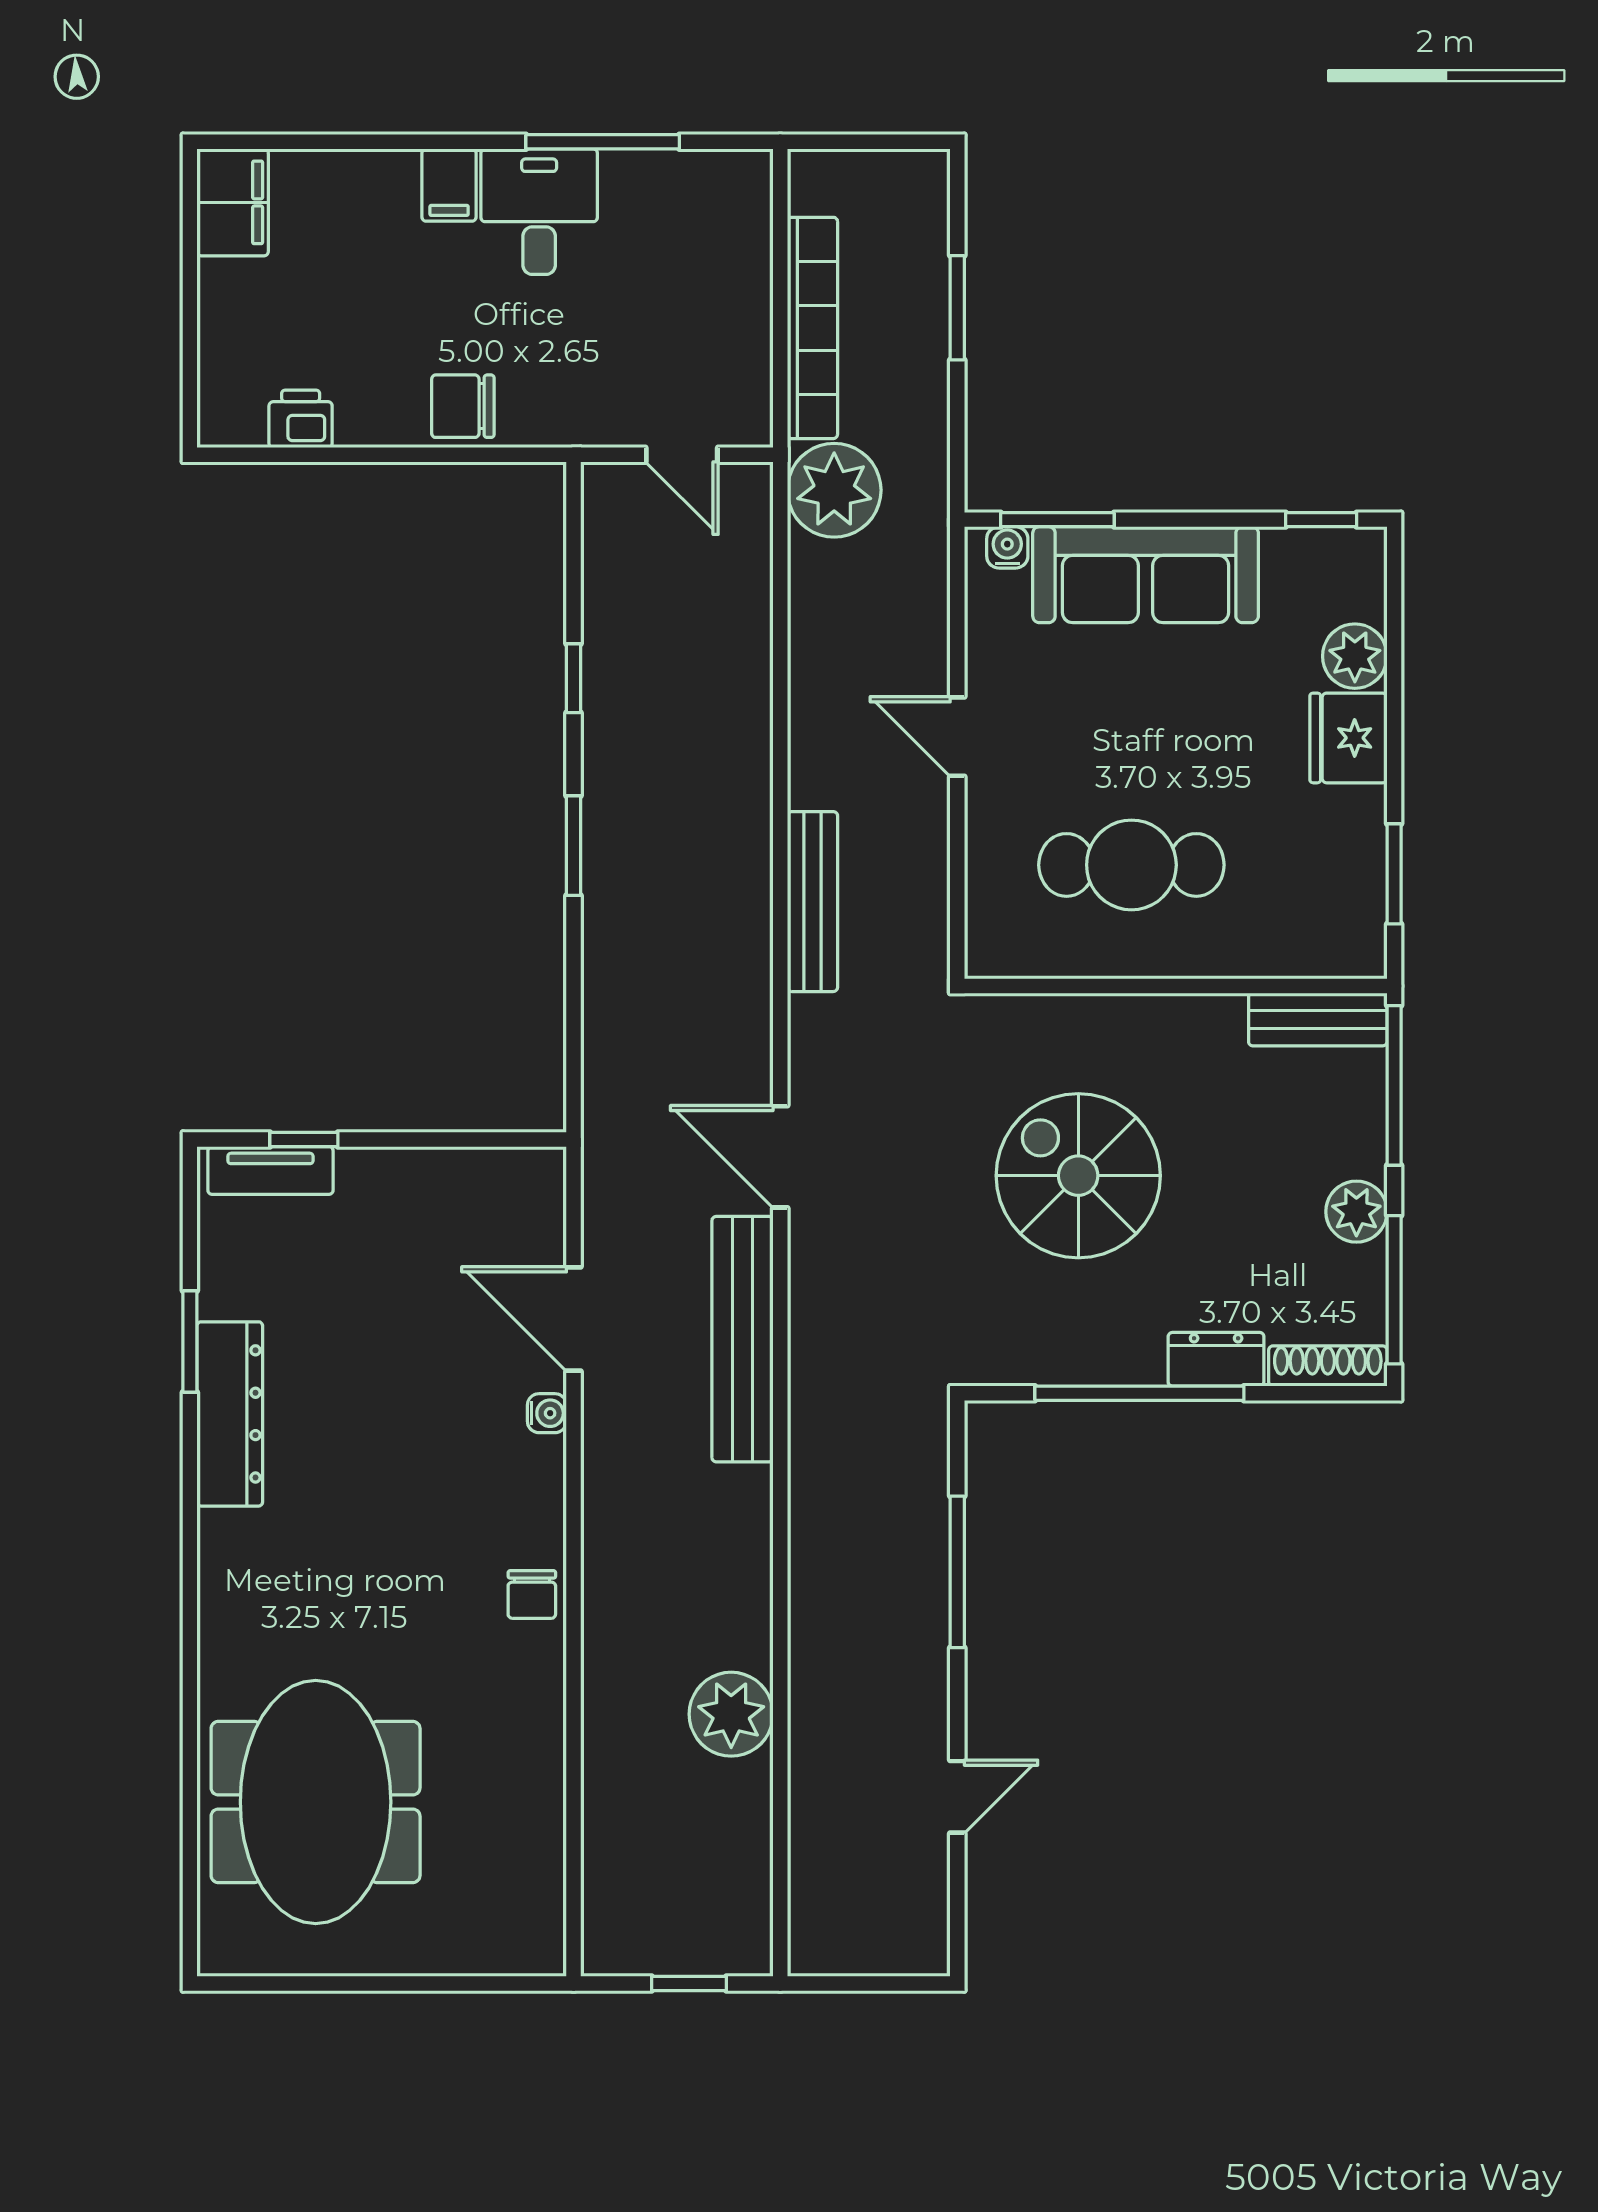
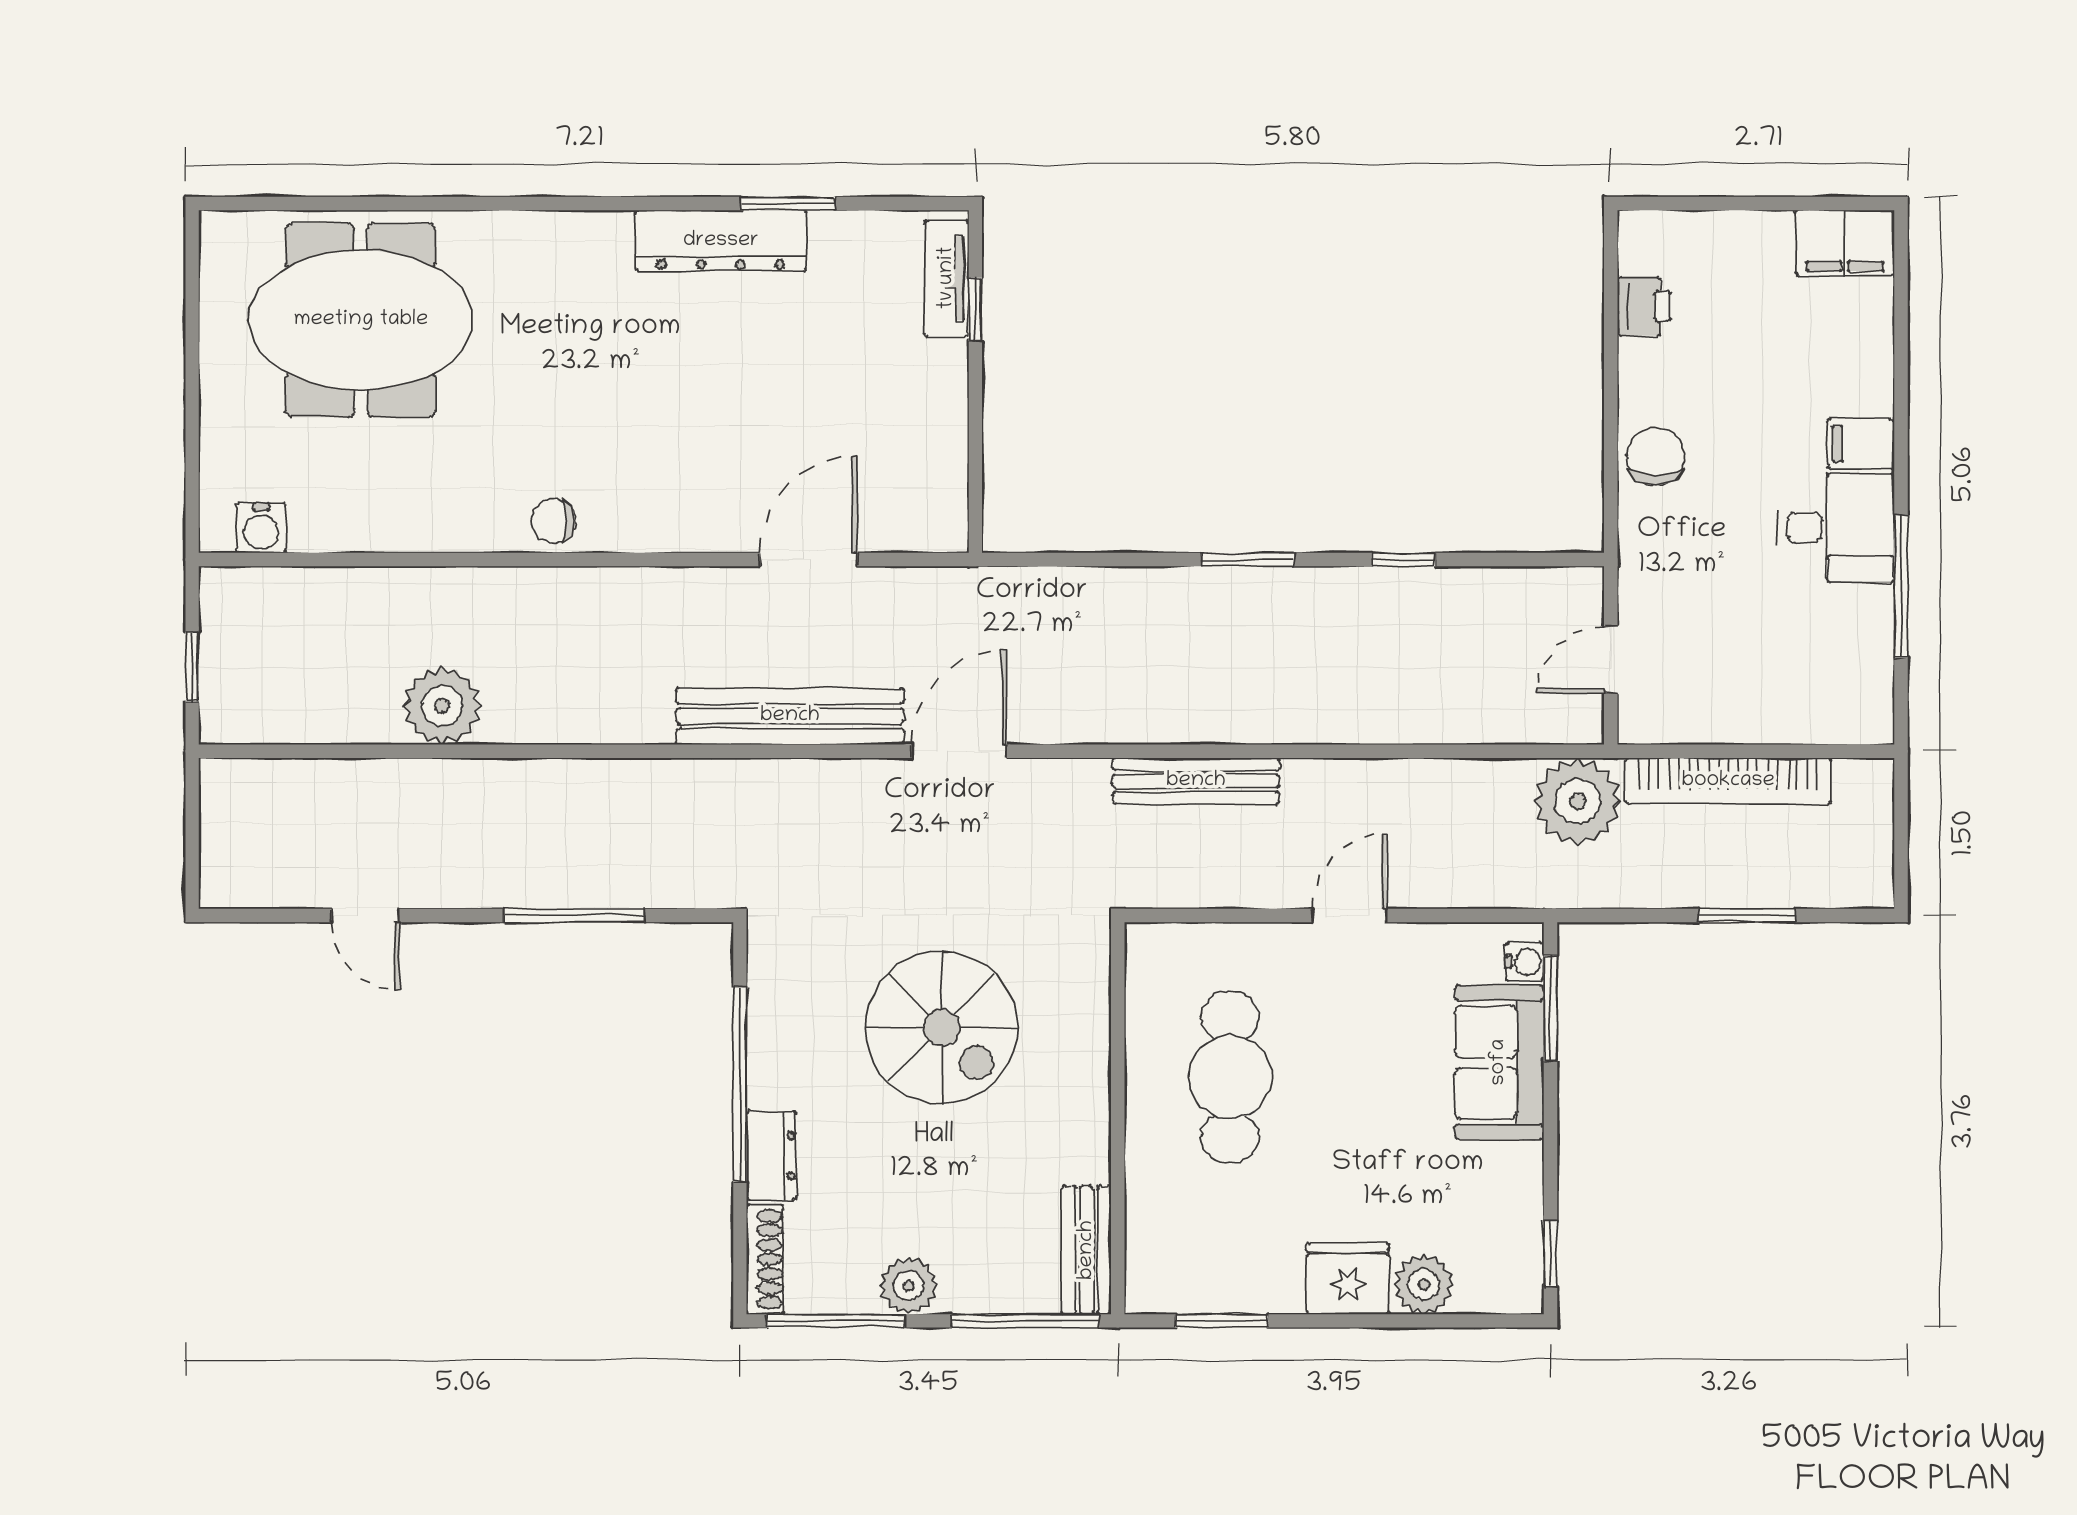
sofa: (1146, 575) -> (1499, 1062), width x0.73
spiral stairs: (1078, 1176) -> (942, 1028), turned 90
water cooler: (547, 1413) -> (261, 528), moved, width x1.38, depth x1.38

